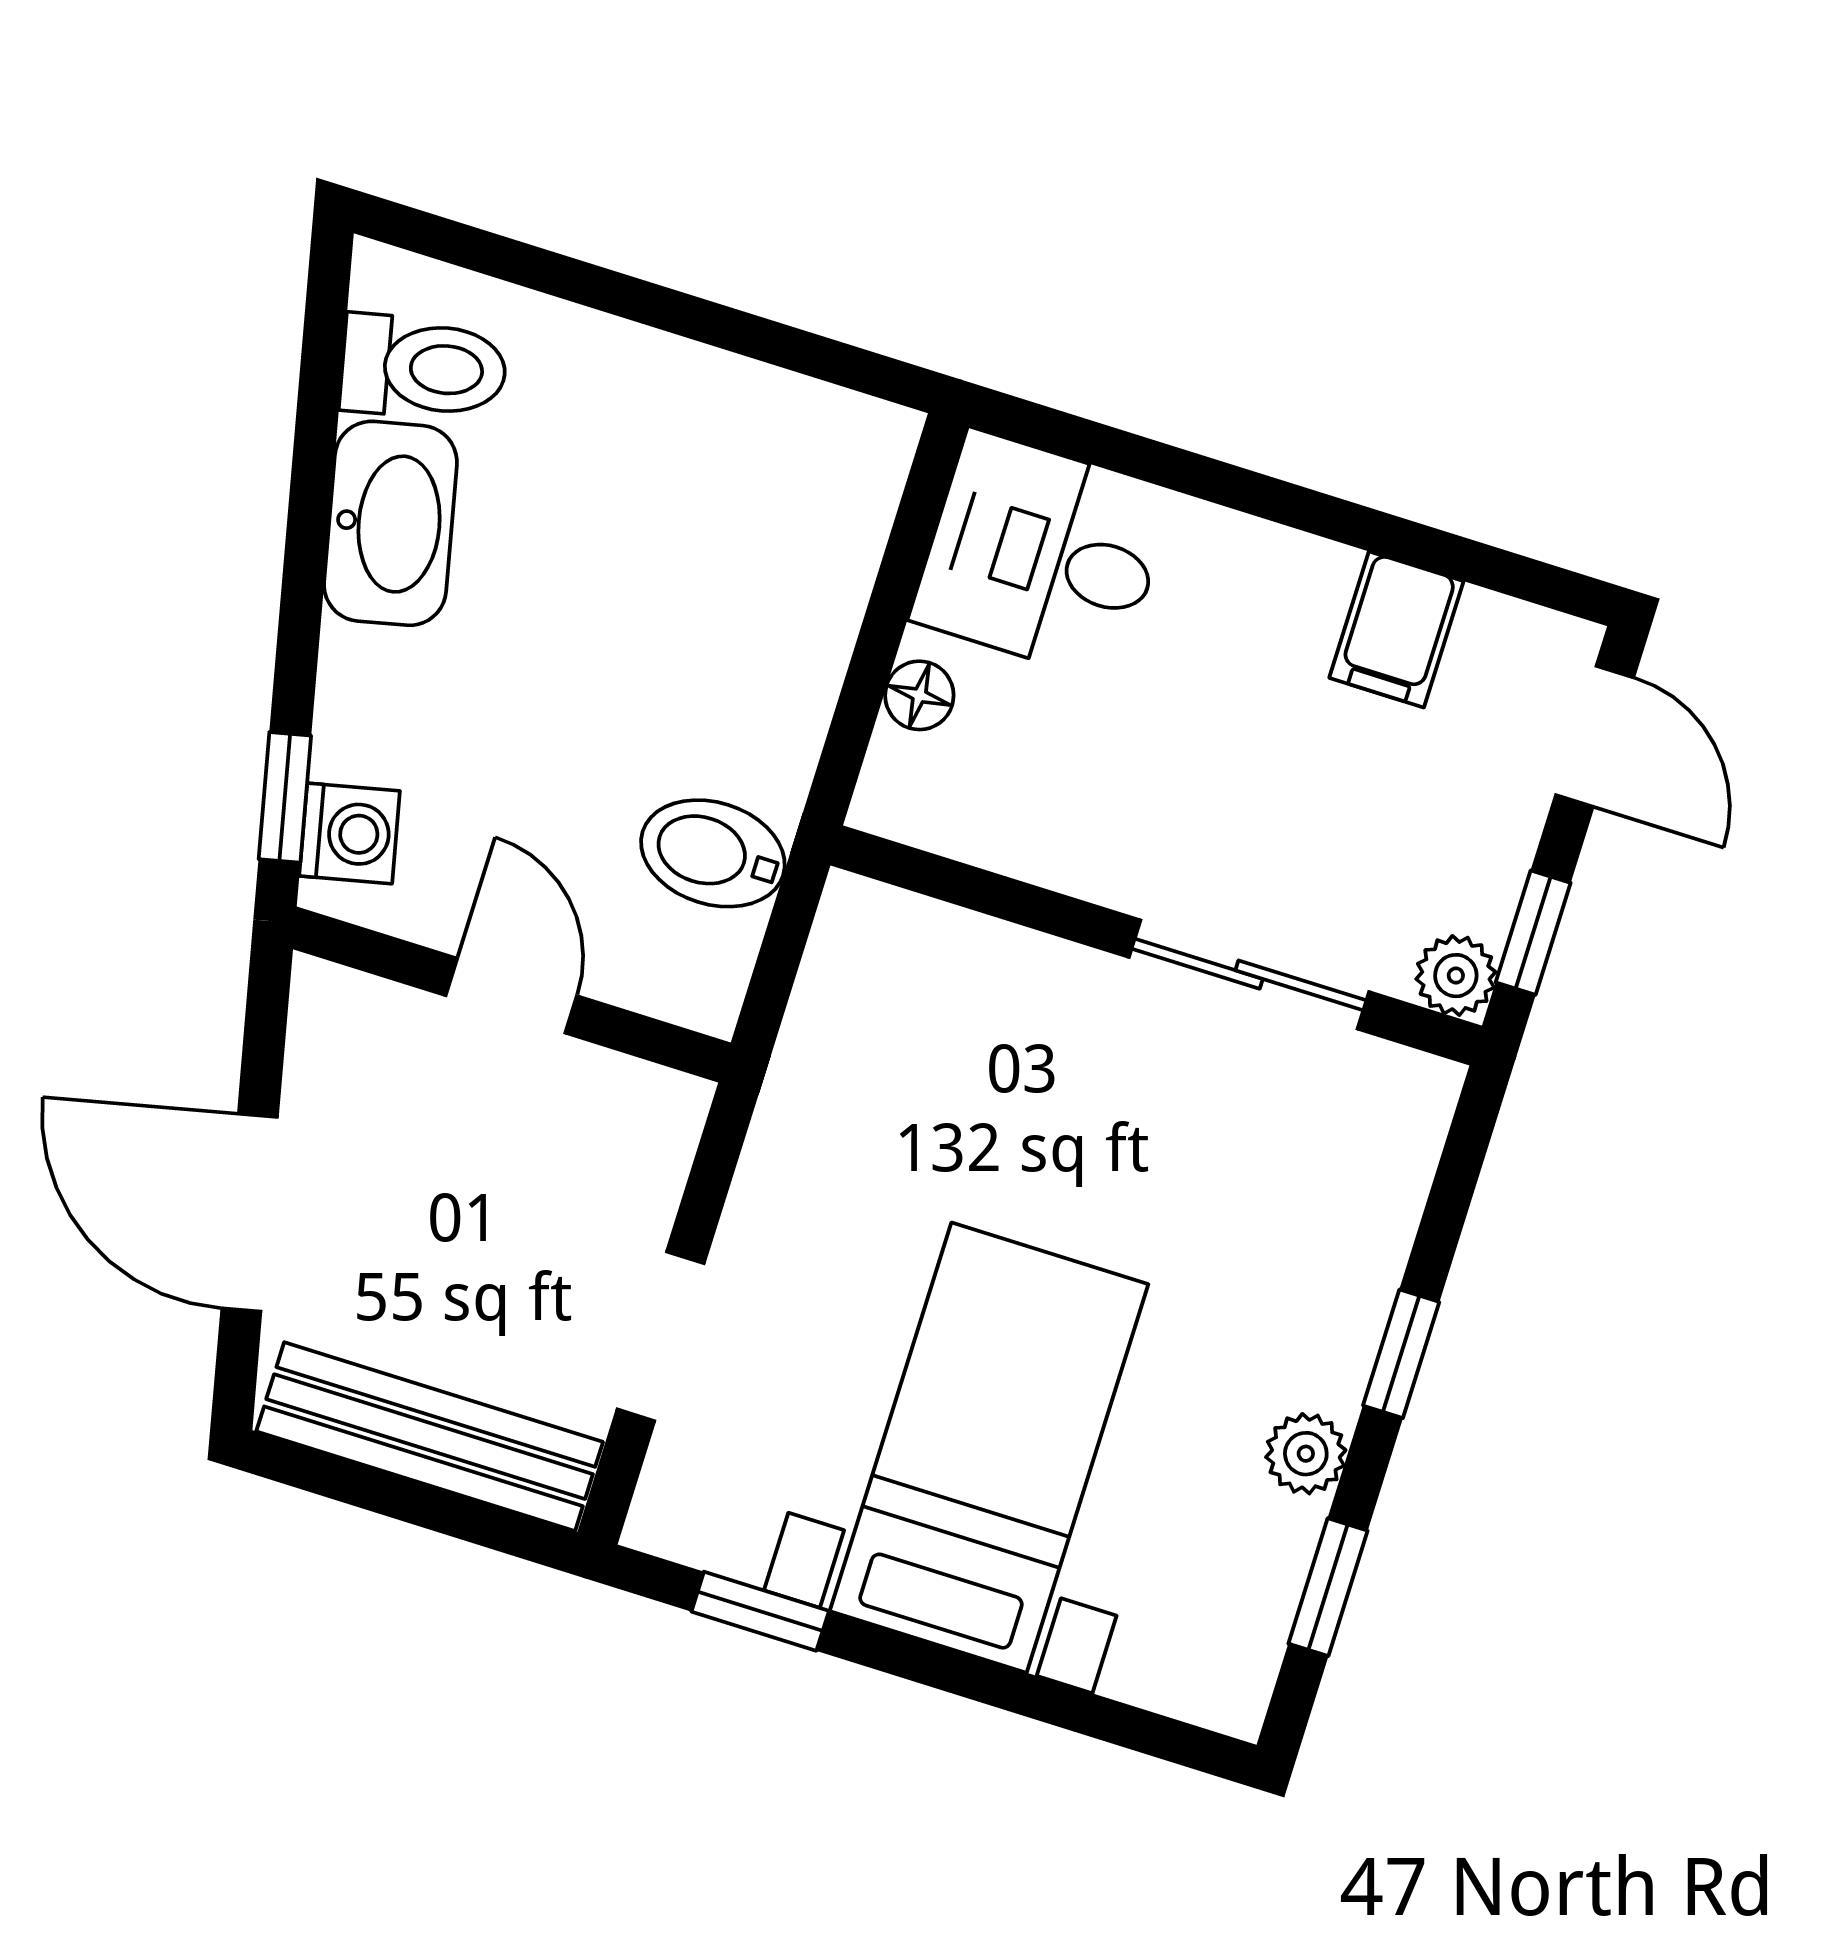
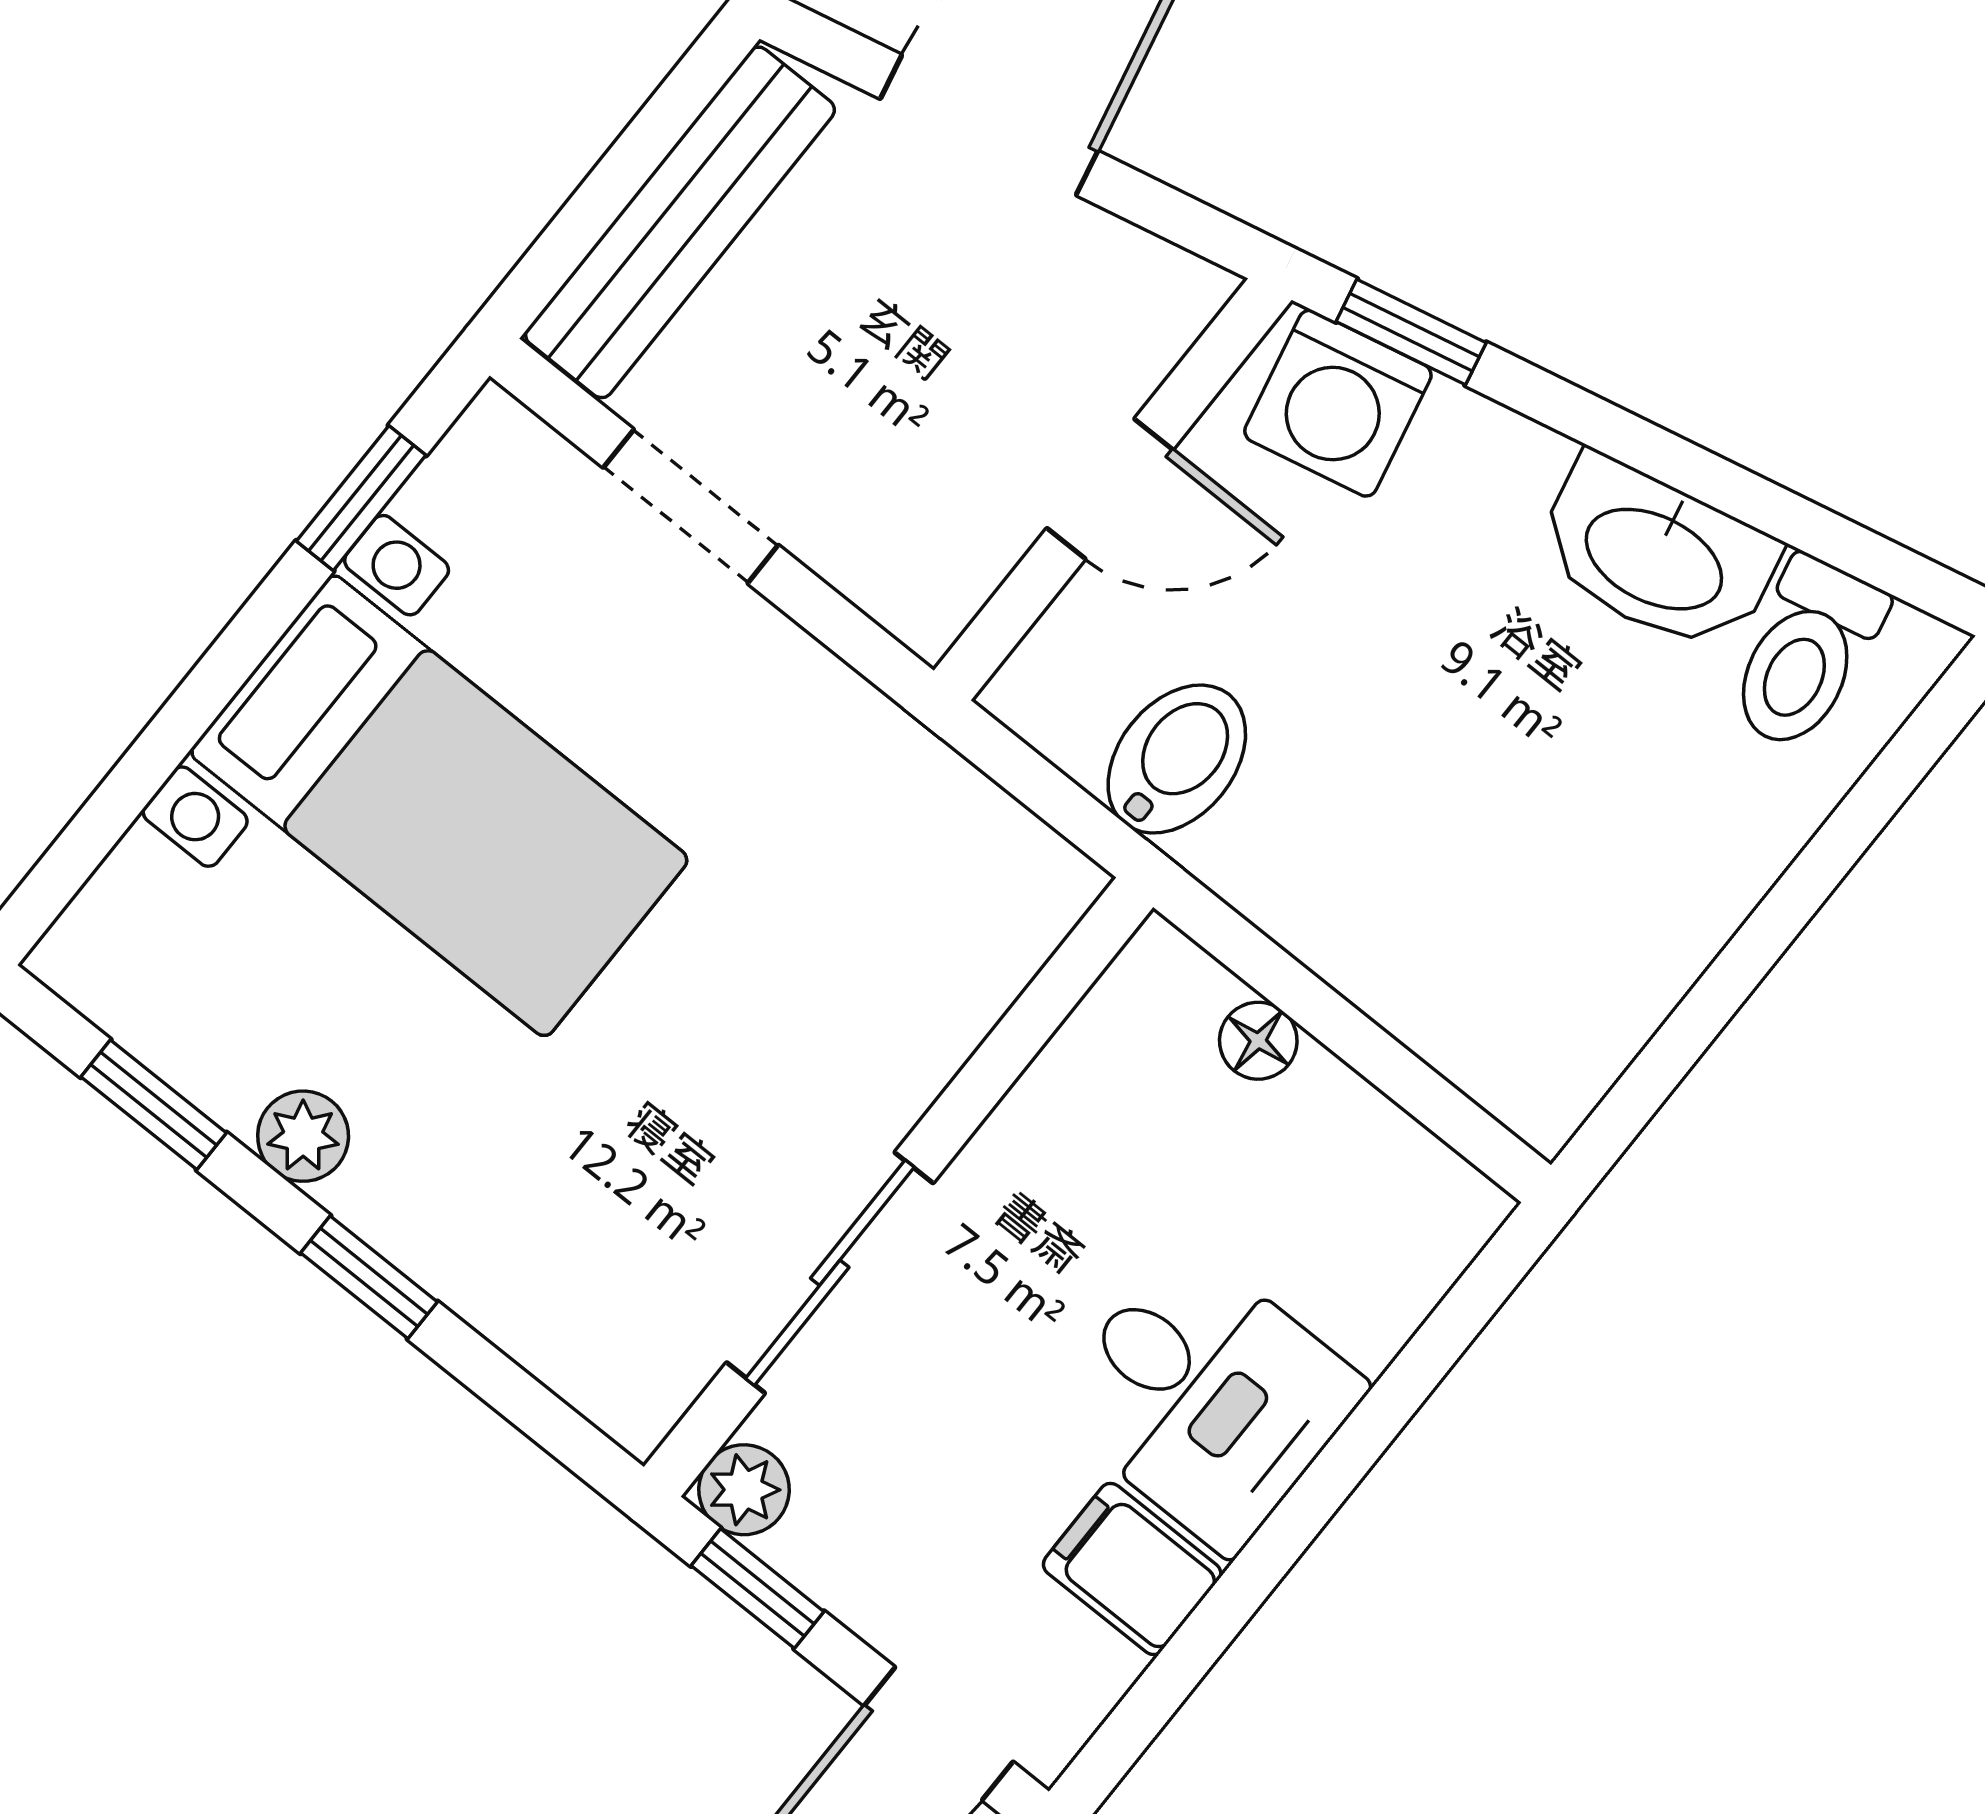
desk: (1042, 556) -> (1207, 1397), moved, turned 90
washing machine: (350, 833) -> (1338, 403), width x1.38, depth x1.38

